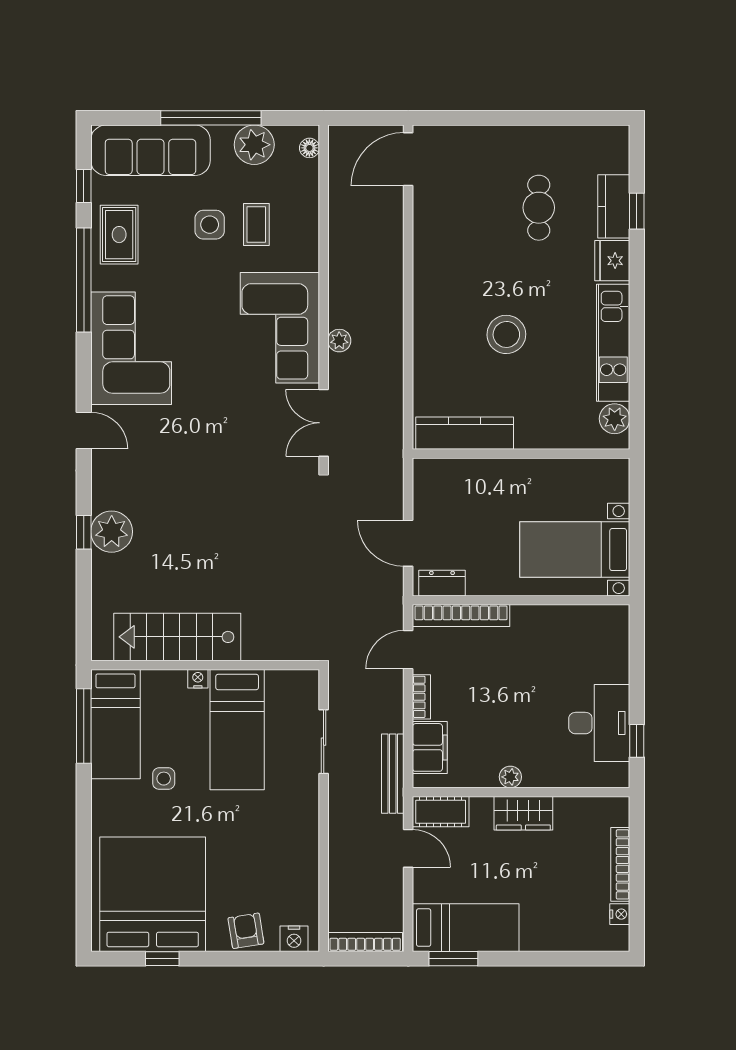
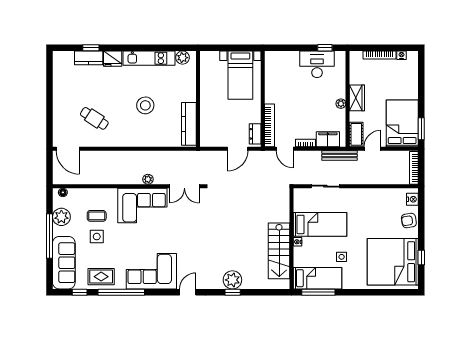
cafe table: (539, 208) -> (94, 118), moved, turned 33
bed: (466, 928) -> (402, 123), width x1.50

